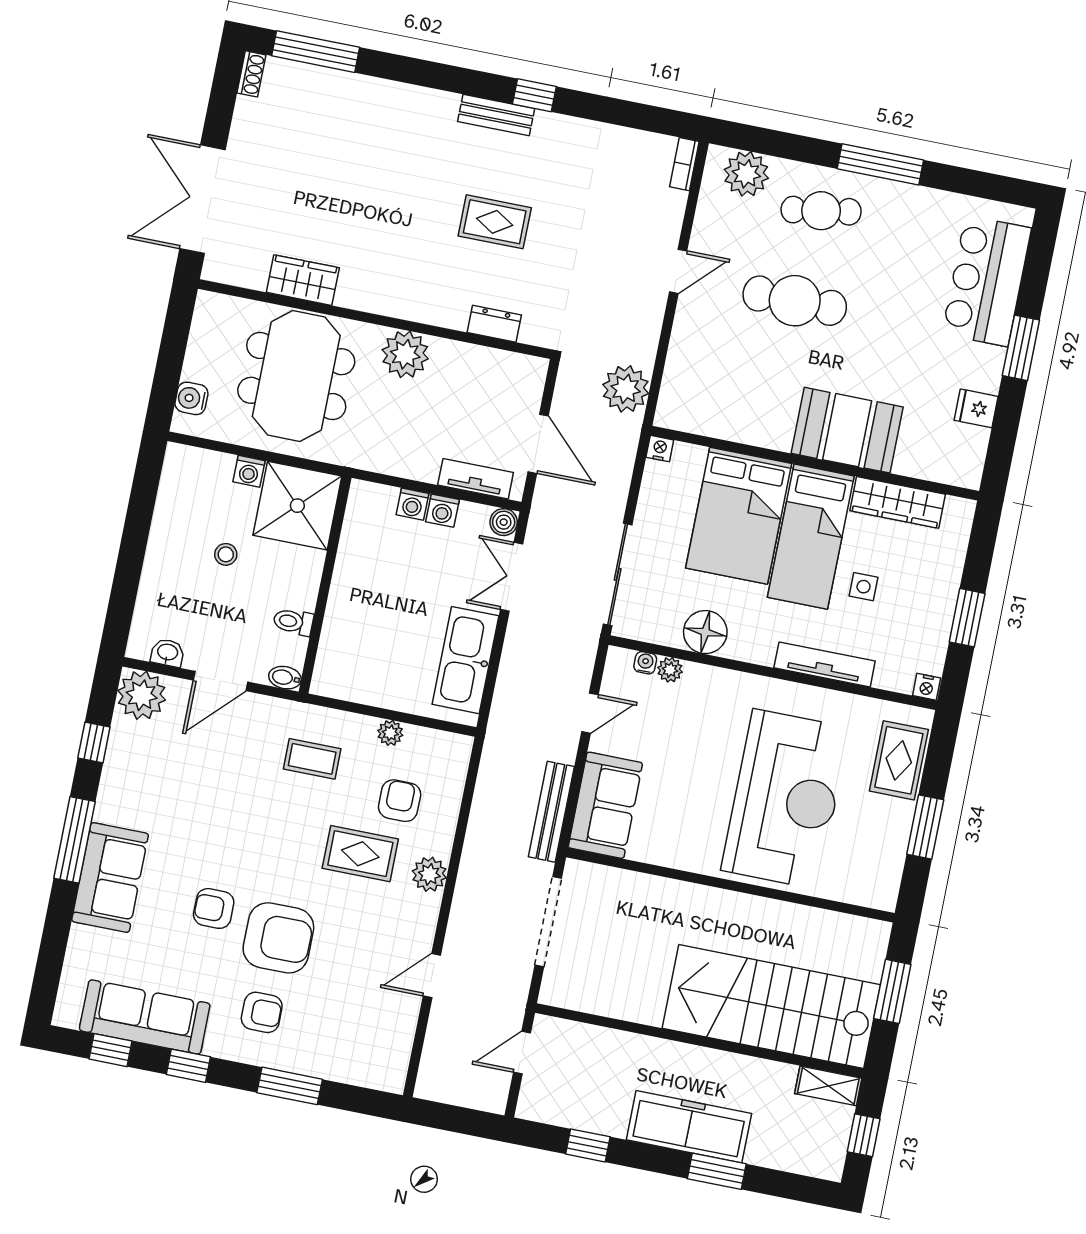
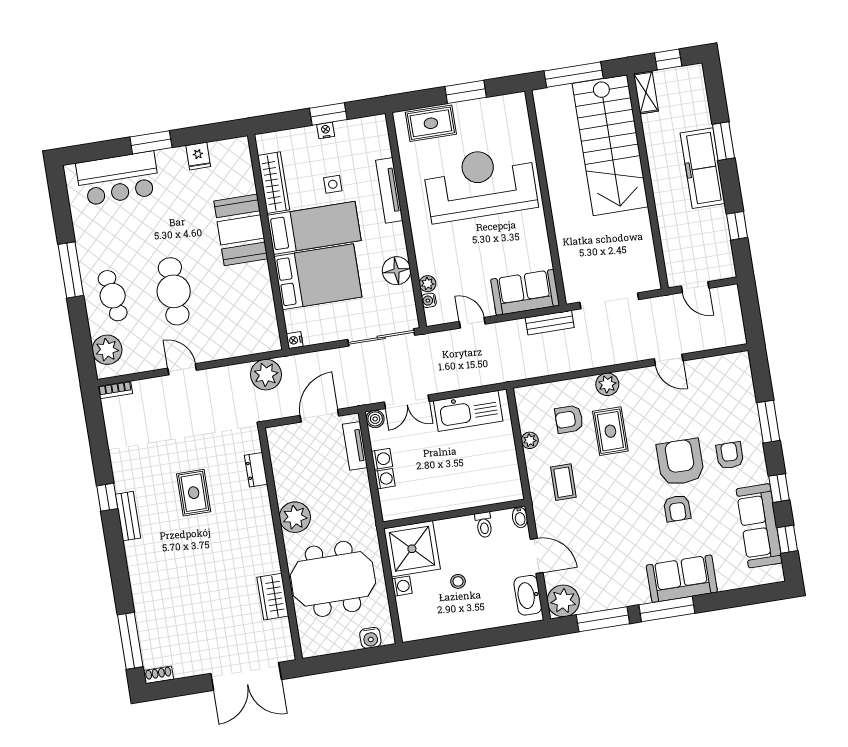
washbasin: (167, 653) -> (528, 595), width x1.91, depth x1.45
nightstand: (927, 687) -> (326, 130), moved, turned -90
window: (94, 742) -> (603, 619), width x2.17
bench: (551, 812) -> (550, 323), width x0.73
window: (892, 991) -> (574, 75), width x1.44

